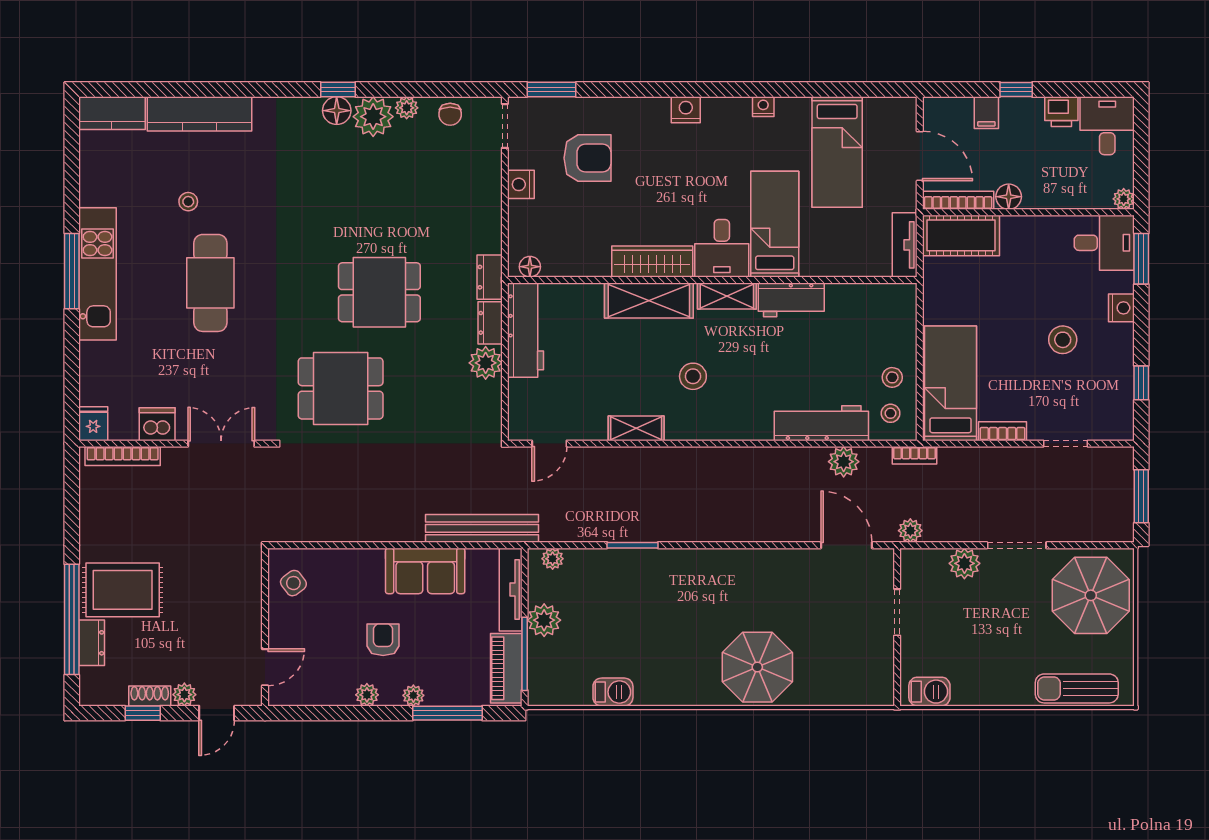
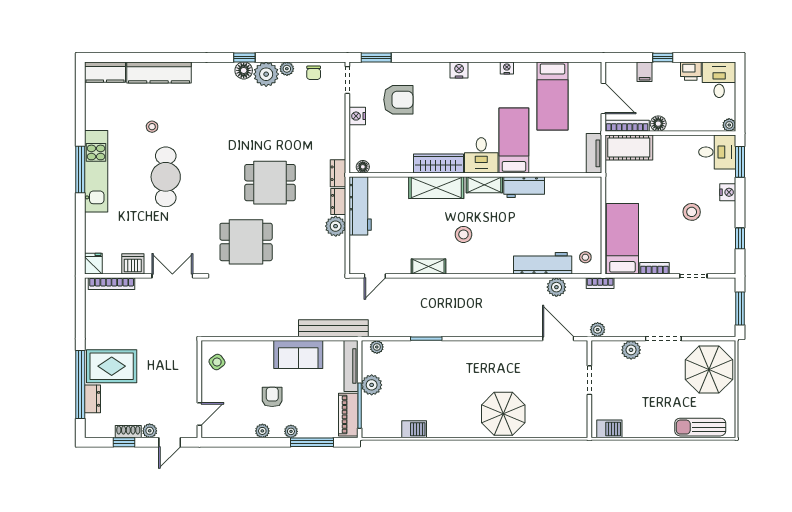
stool: (892, 377) -> (586, 235), removed

